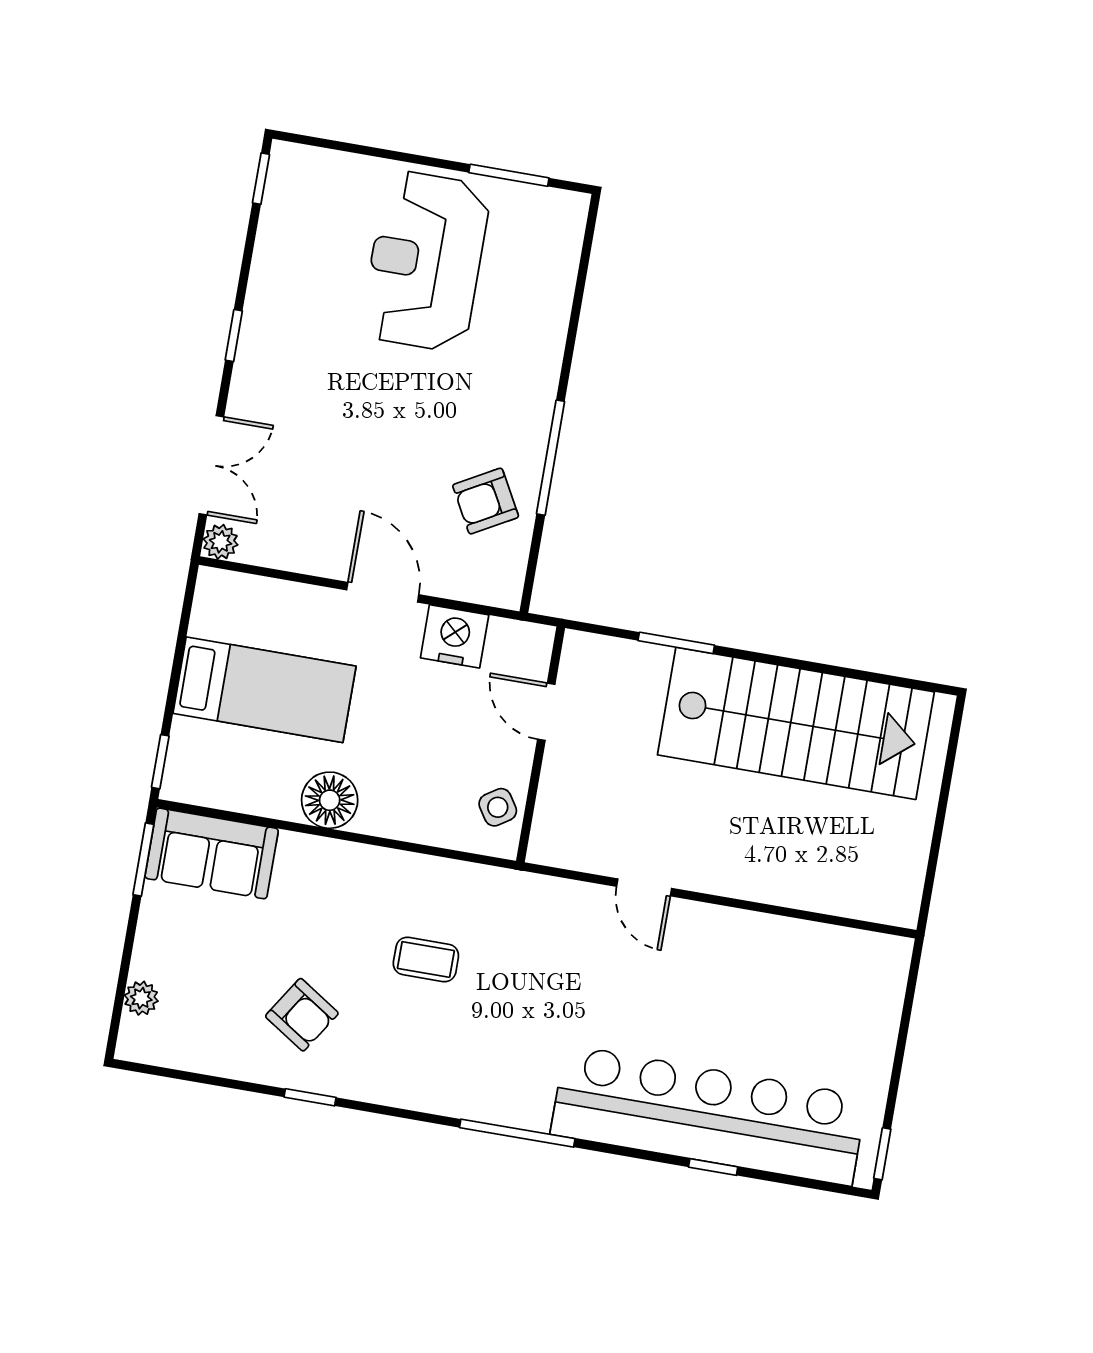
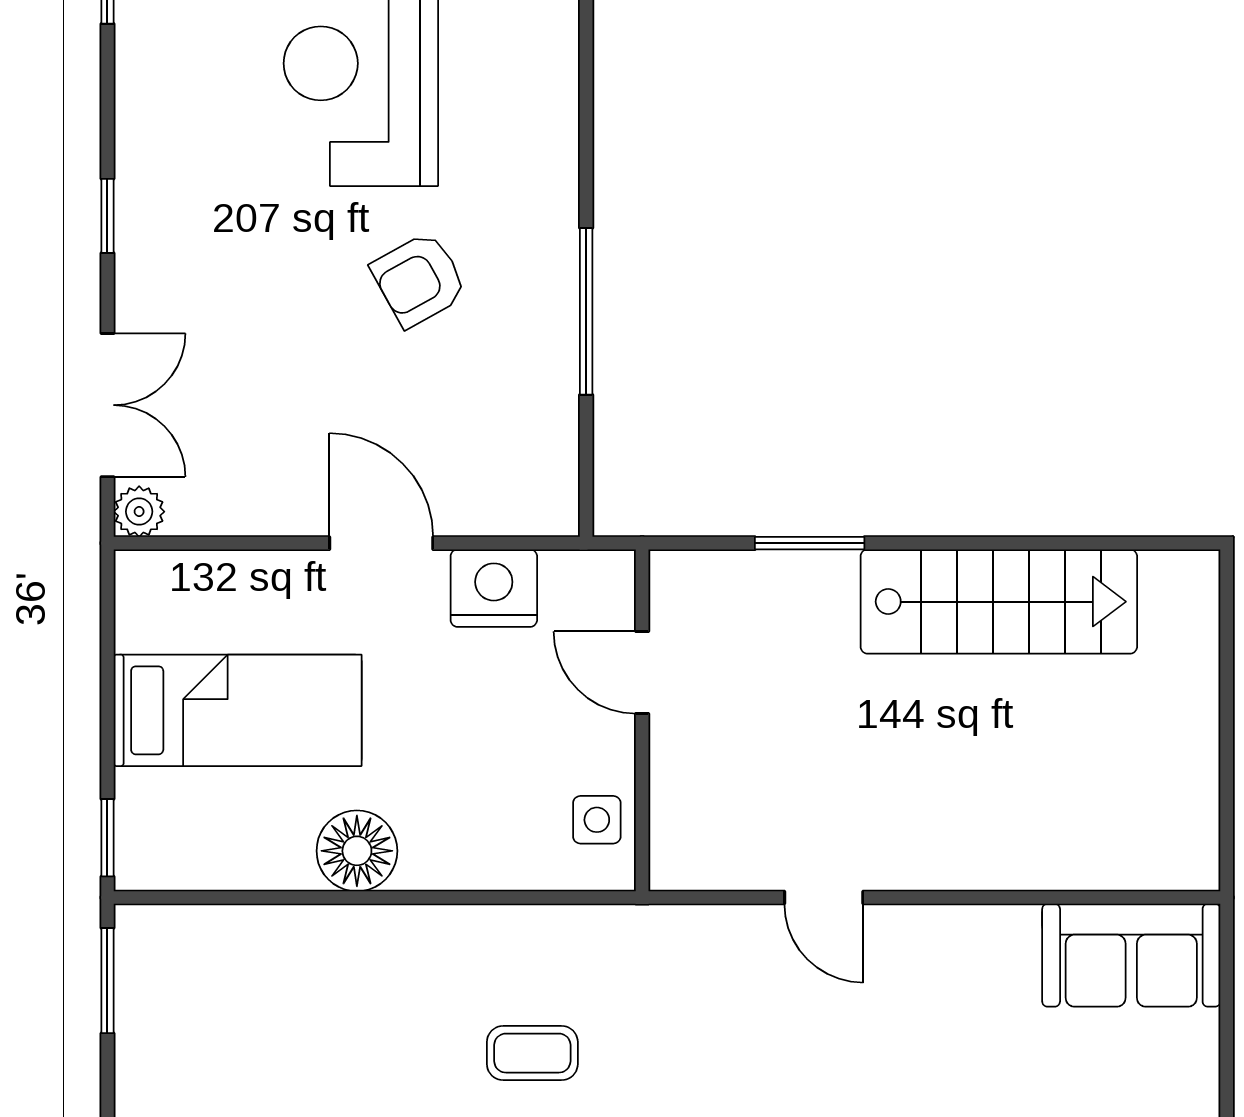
armchair: (486, 501) -> (419, 280), moved
stairs: (796, 723) -> (999, 602), width x0.73, depth x0.66
side table: (498, 807) -> (597, 820), turned 33
sofa: (212, 853) -> (1131, 955), moved

